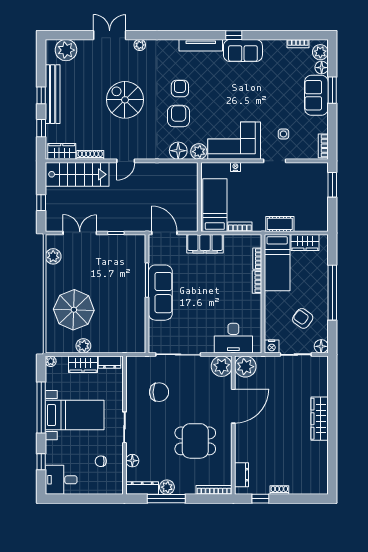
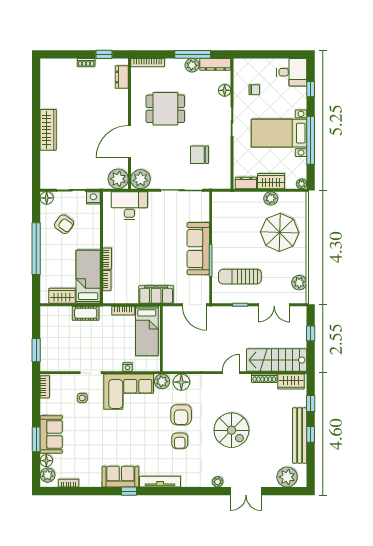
sun lounger: (116, 263) -> (240, 277), added

